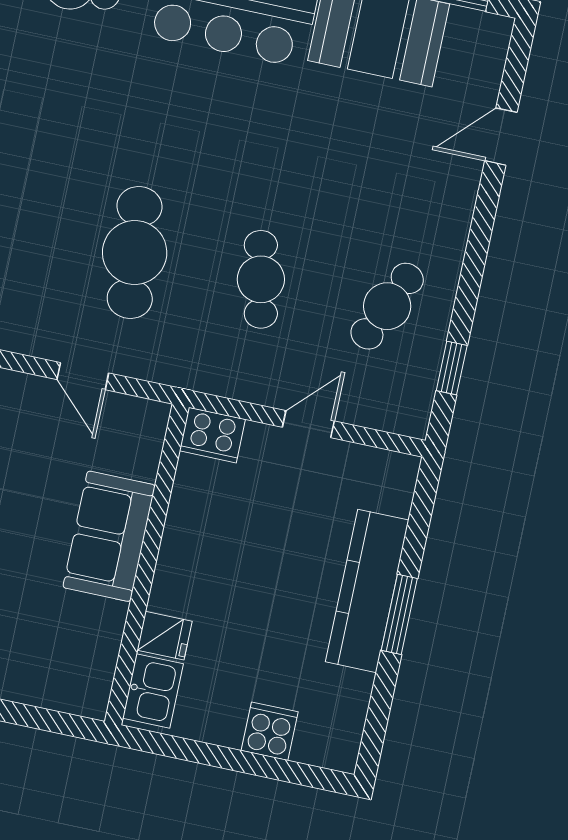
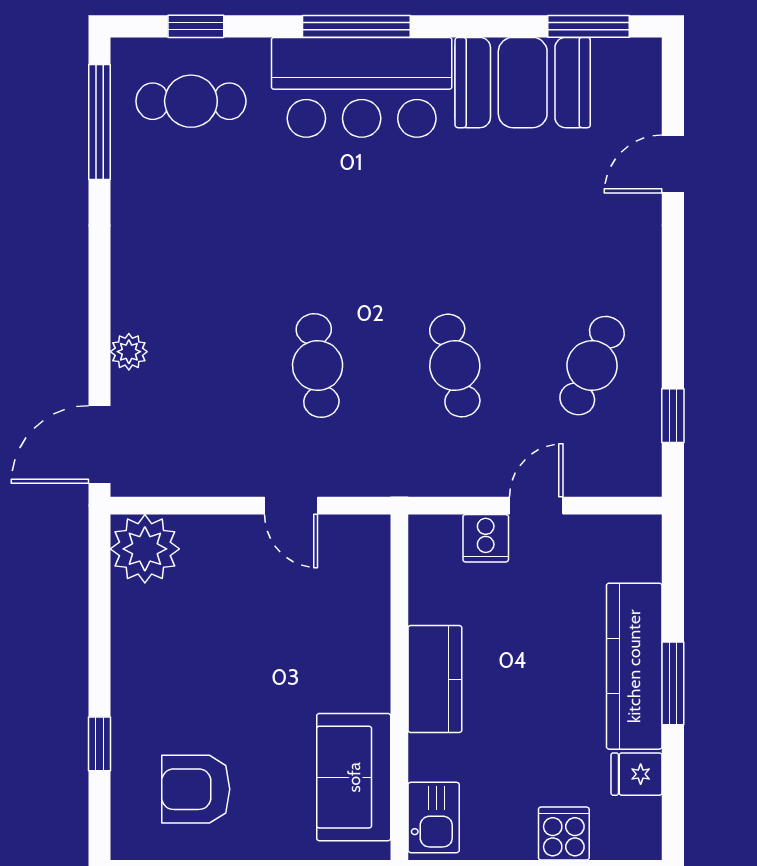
cafe table: (135, 253) -> (318, 366), width x0.73, depth x0.74
cooker: (212, 435) -> (486, 538), moved, width x0.73
sofa: (109, 536) -> (354, 777), moved
kitchen counter: (181, 564) -> (435, 679), added
fridge: (165, 636) -> (637, 774), moved, turned 180

